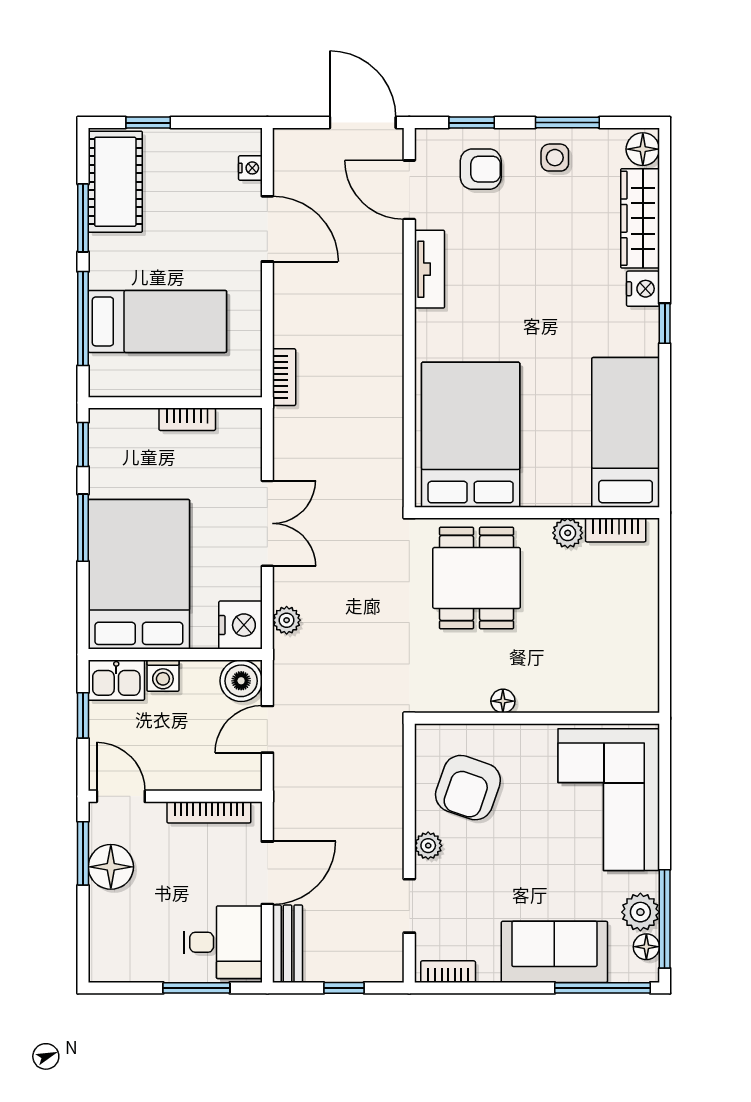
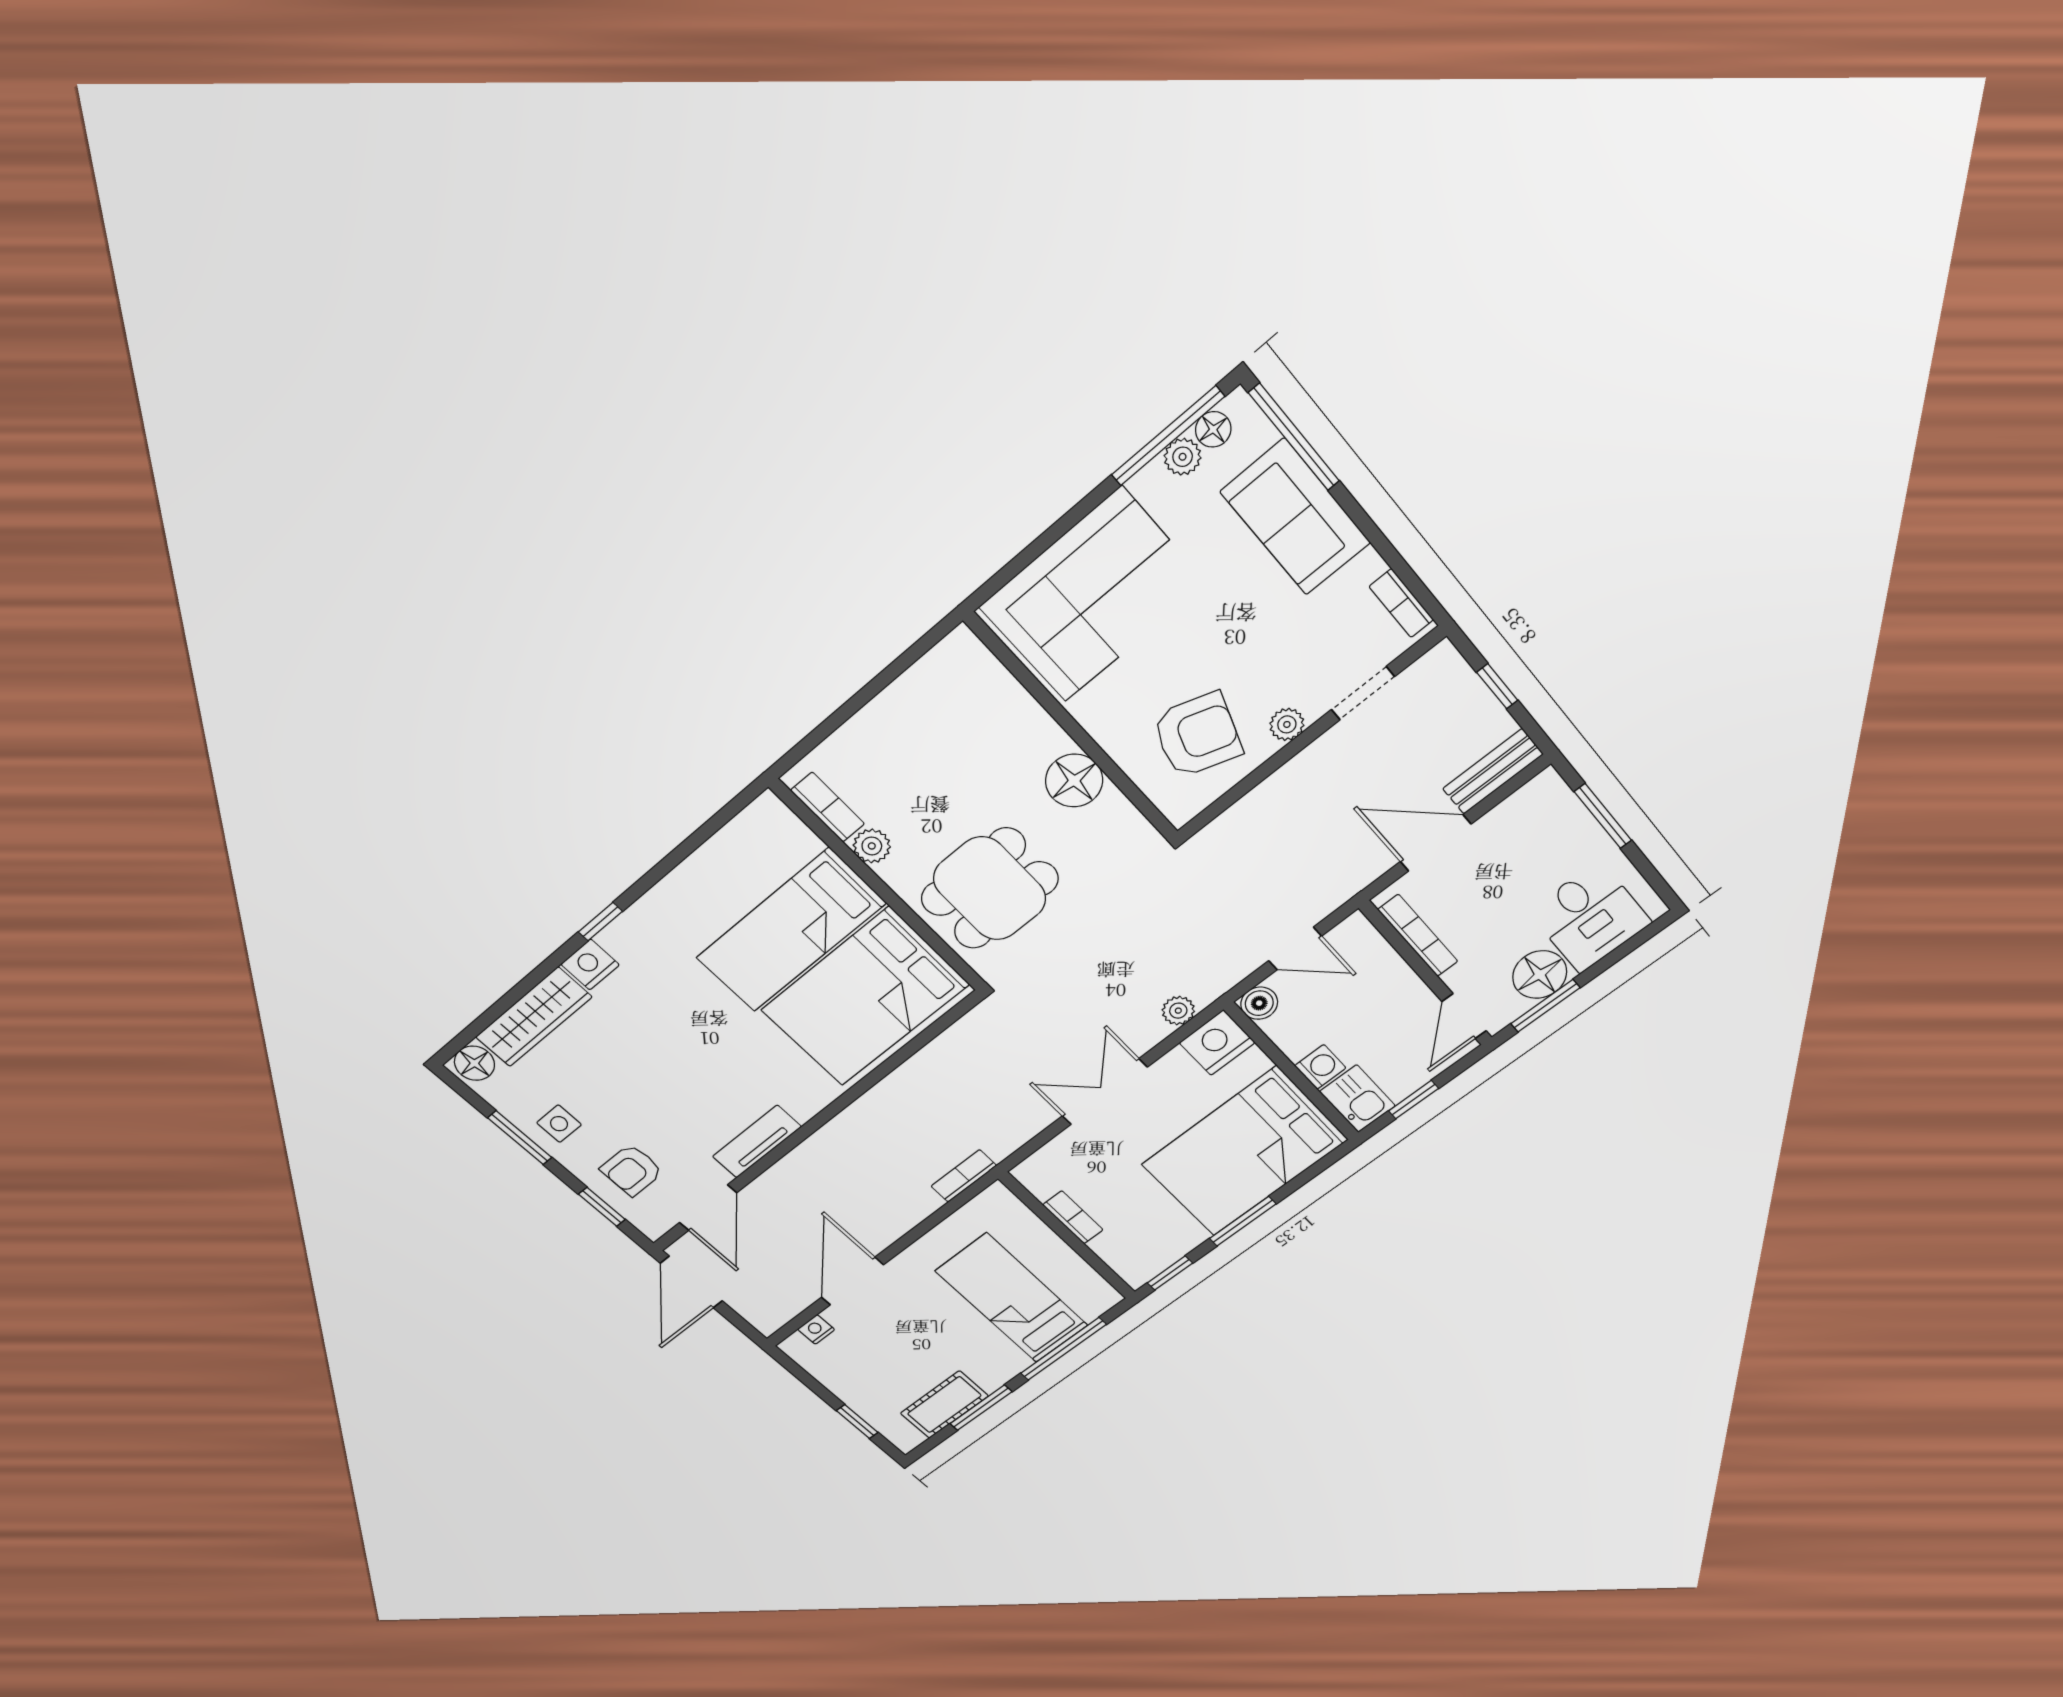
armchair: (481, 169) -> (632, 1170), turned -90
cot: (115, 182) -> (944, 1405), width x0.73, depth x0.75
bed: (626, 432) -> (791, 930), moved
boiler: (241, 681) -> (1259, 1003), width x0.73, depth x0.73
floor lamp: (503, 701) -> (1074, 781), width x1.89, depth x1.89
plant: (640, 912) -> (1183, 457), width x0.73, depth x0.73
desk: (223, 942) -> (1590, 917), moved, turned 180

